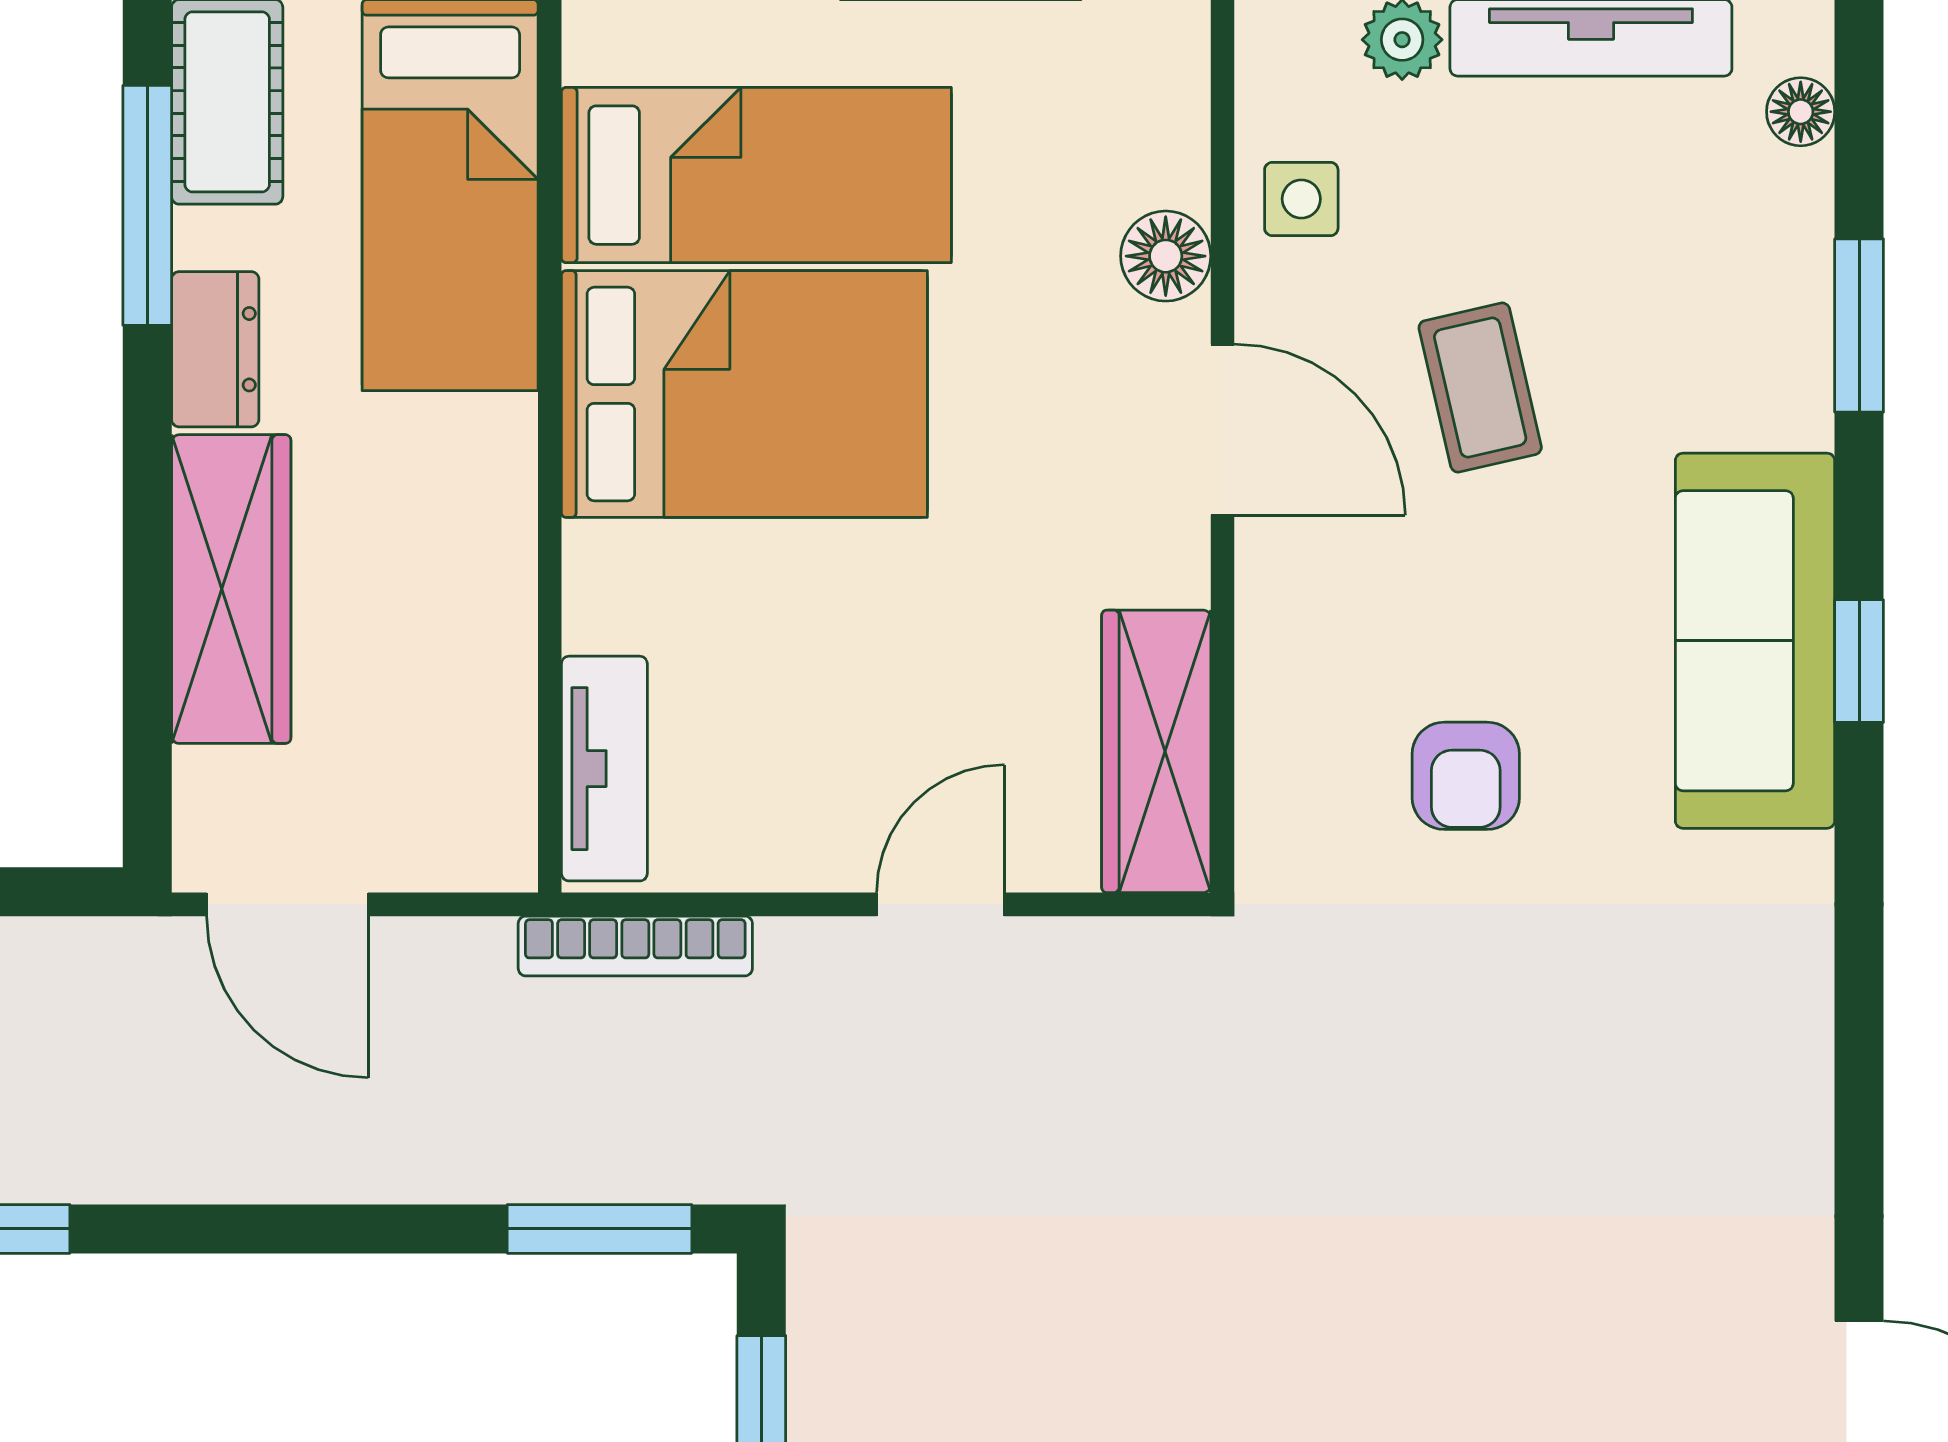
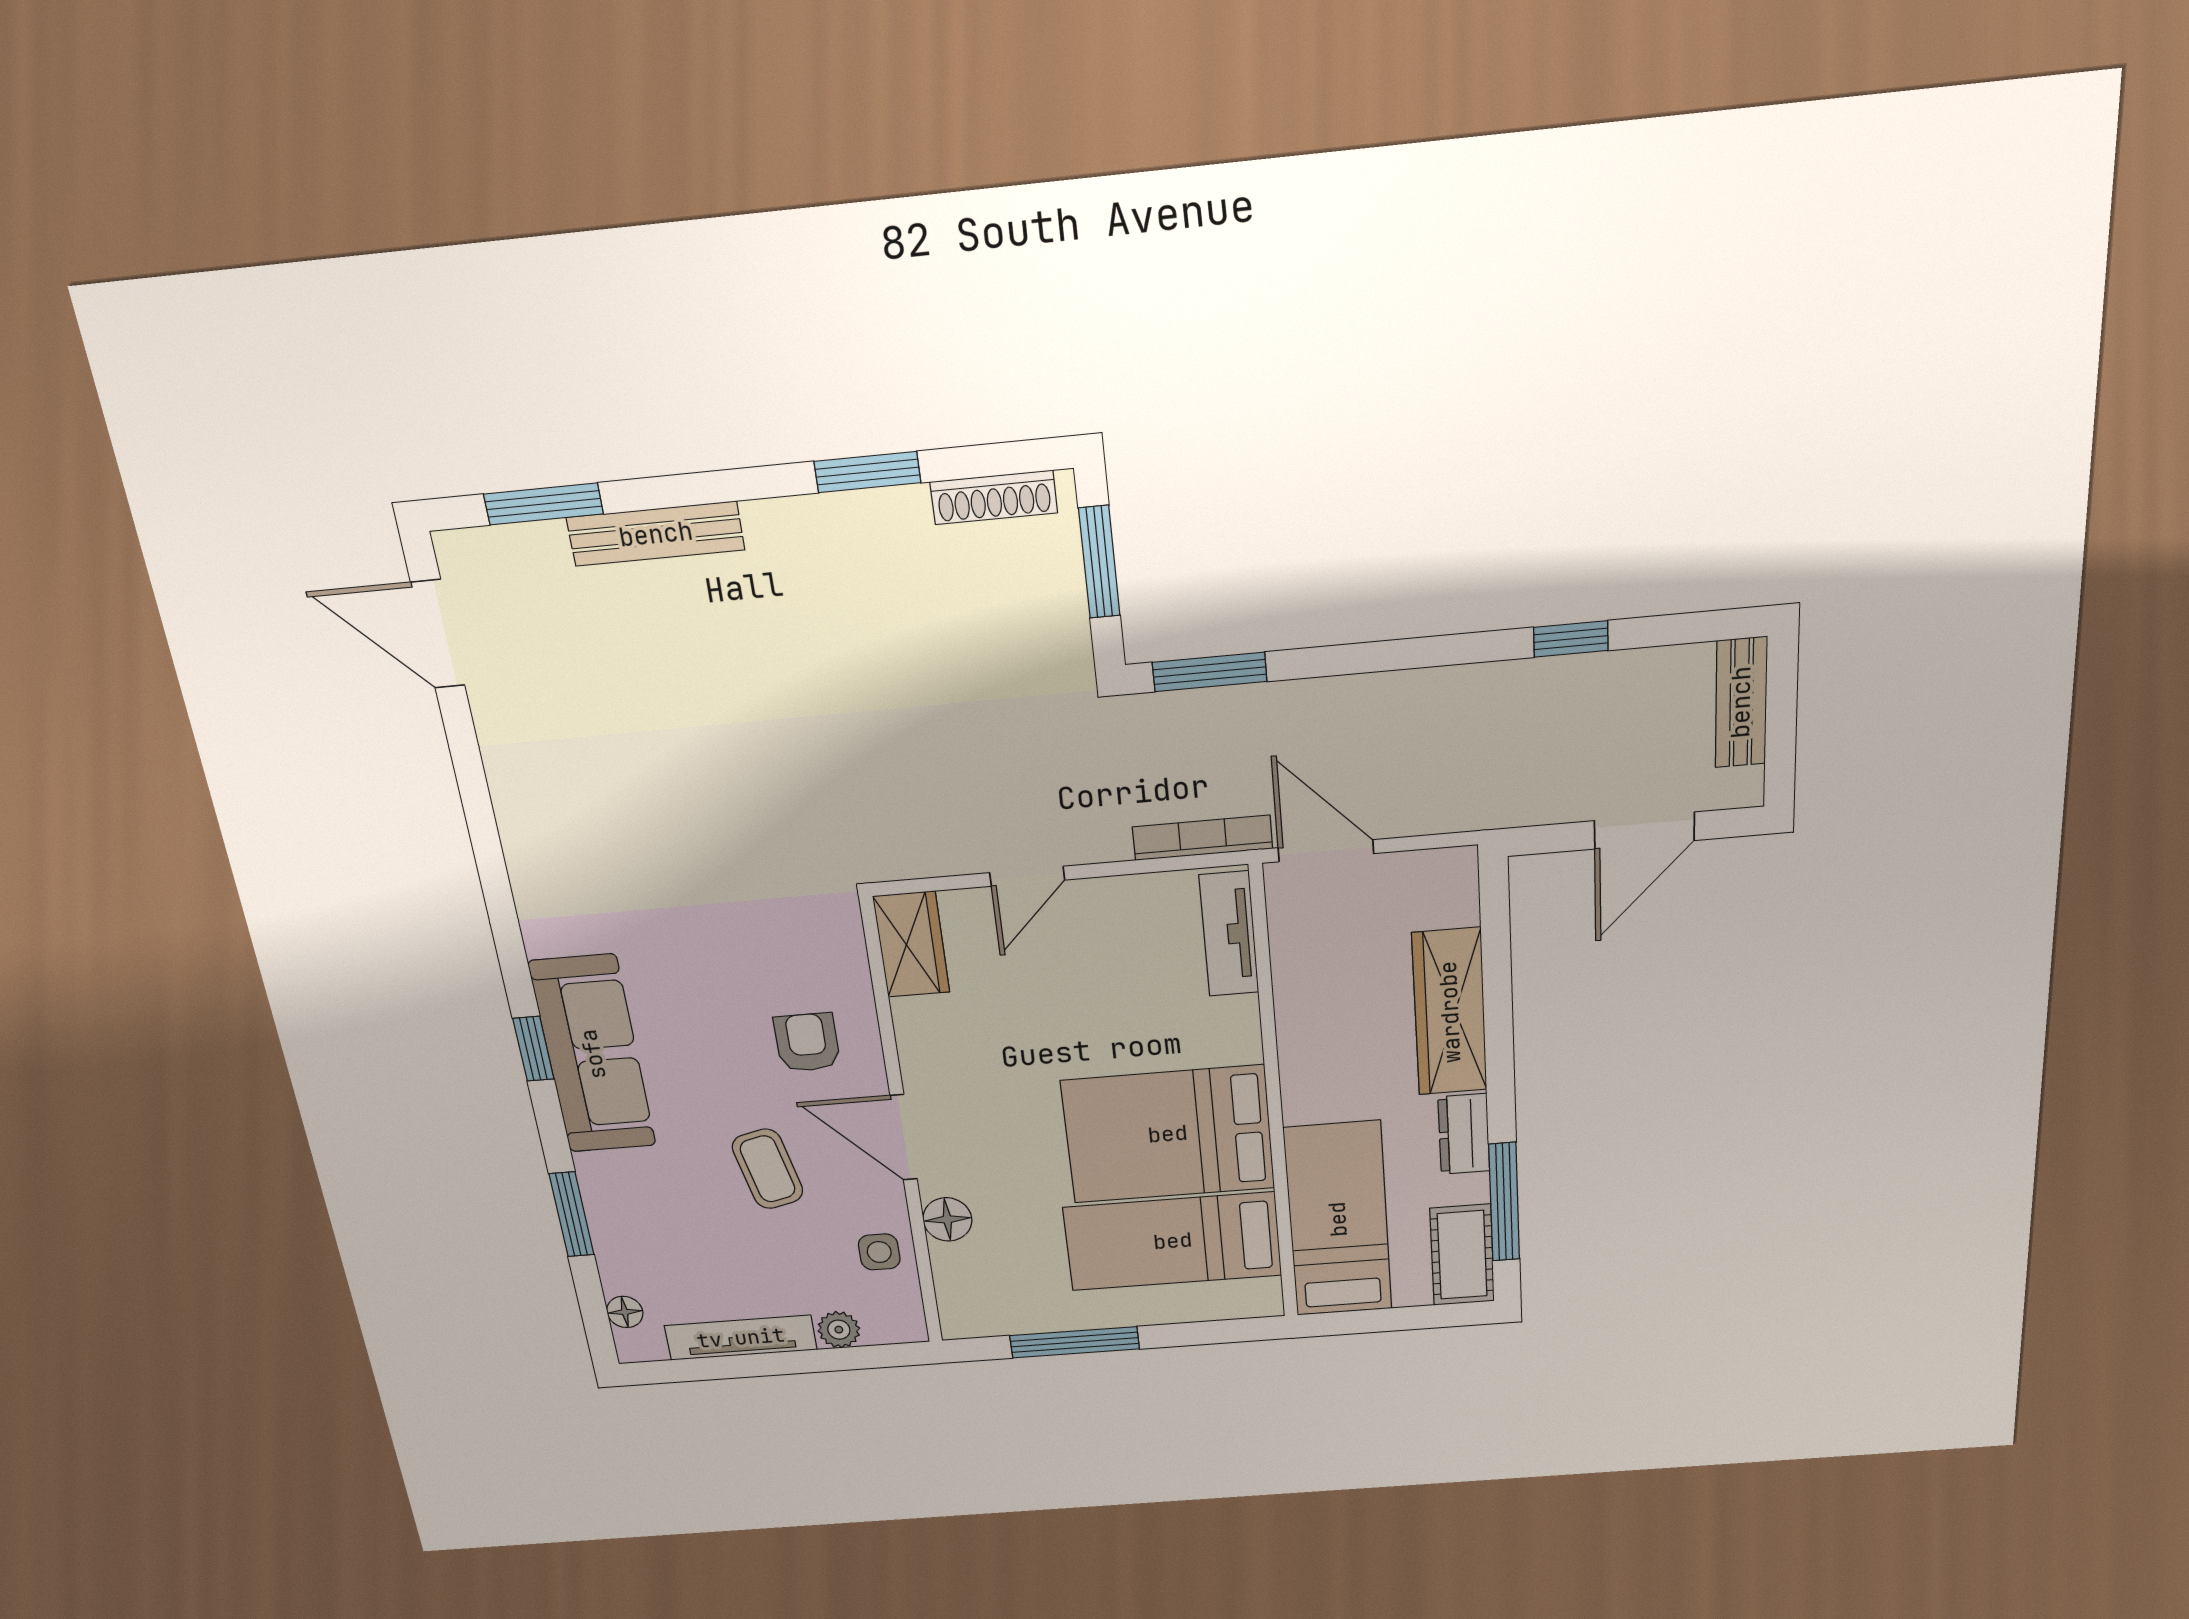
wardrobe: (1156, 751) -> (911, 944), width x0.67
armchair: (1466, 776) -> (807, 1042), moved
door: (287, 904) -> (1326, 851), moved

